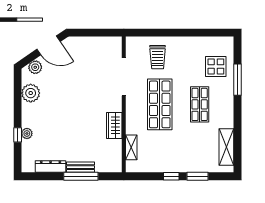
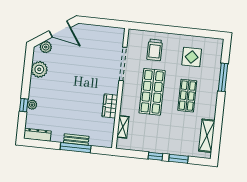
display table: (216, 66) -> (192, 57), moved
dresser: (51, 167) -> (37, 135), moved

